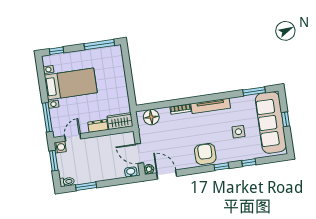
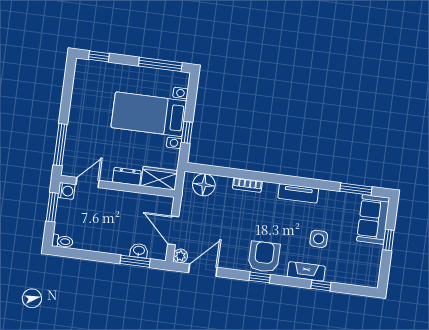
bed with nightstands: (71, 84) -> (149, 114), moved, turned 180
window: (130, 85) -> (187, 132), added
tv unit: (211, 106) -> (298, 193), width x0.71
sofa: (271, 123) -> (373, 219), width x0.54, depth x0.79
fireplace: (236, 156) -> (306, 271), added
window: (221, 167) -> (260, 277), moved
washbasin: (131, 172) -> (139, 251), moved
door: (167, 175) -> (203, 270), hinge flipped
window: (86, 186) -> (135, 261), moved

